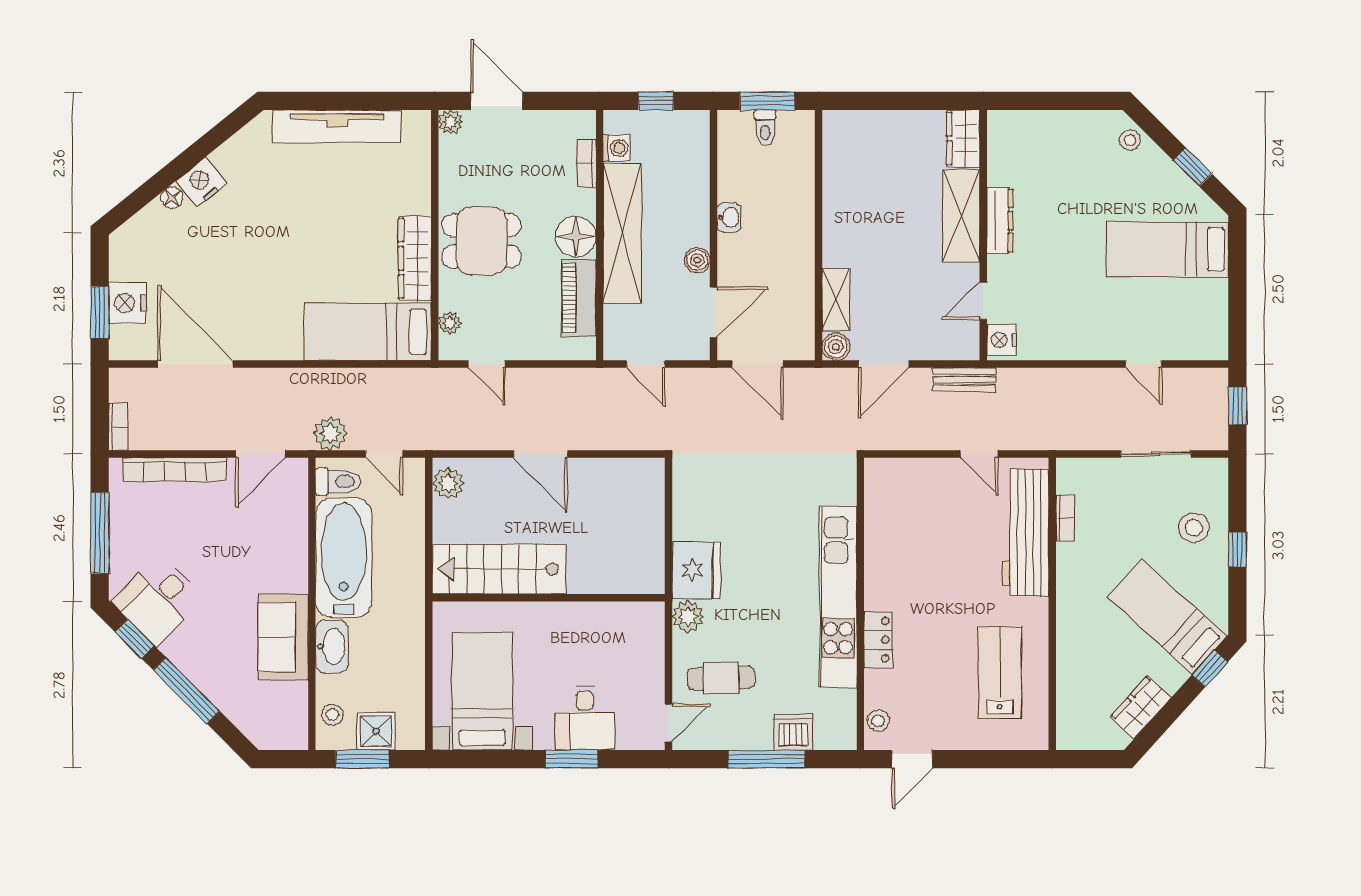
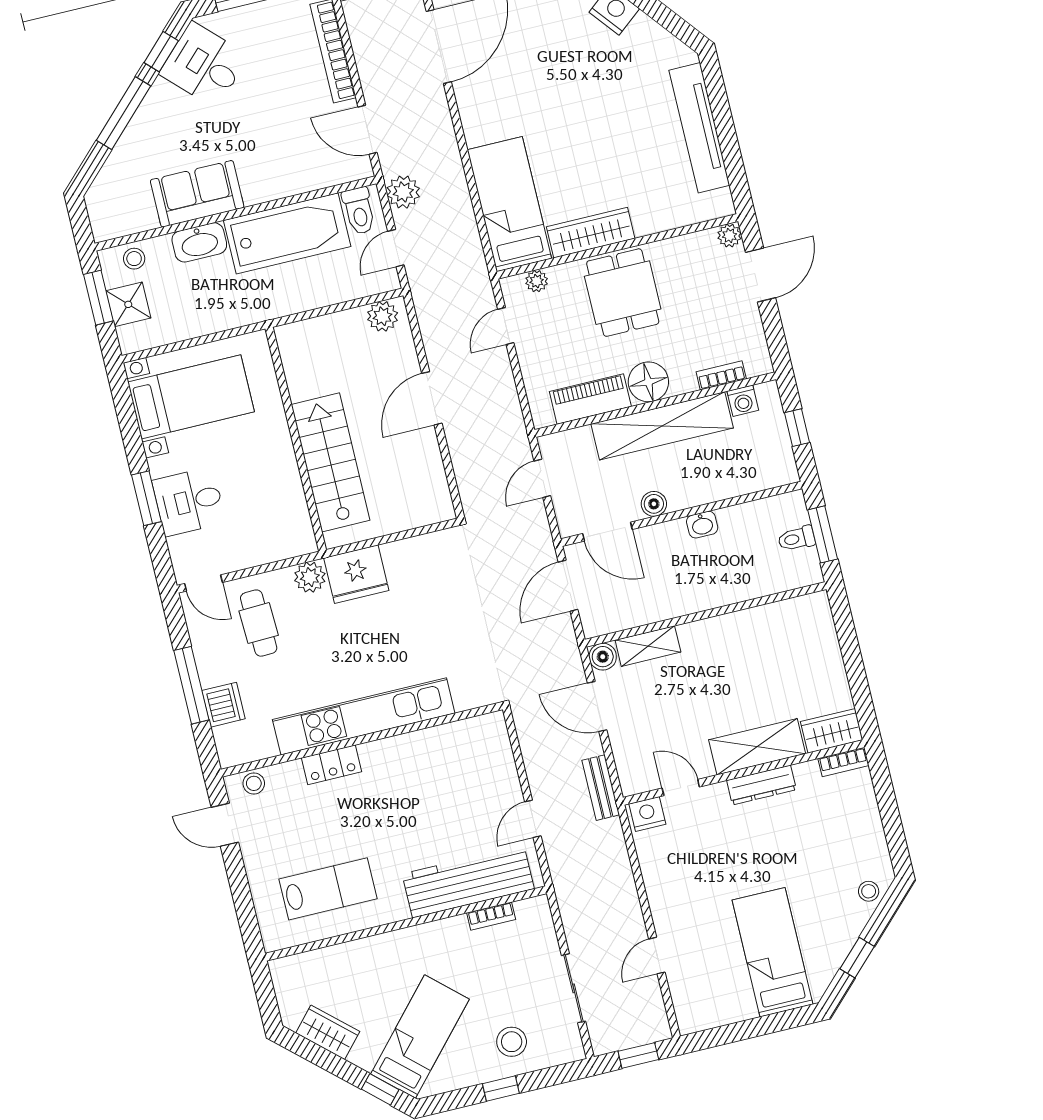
bookcase: (997, 134) -> (843, 762), added
stairs: (499, 569) -> (331, 462), moved

